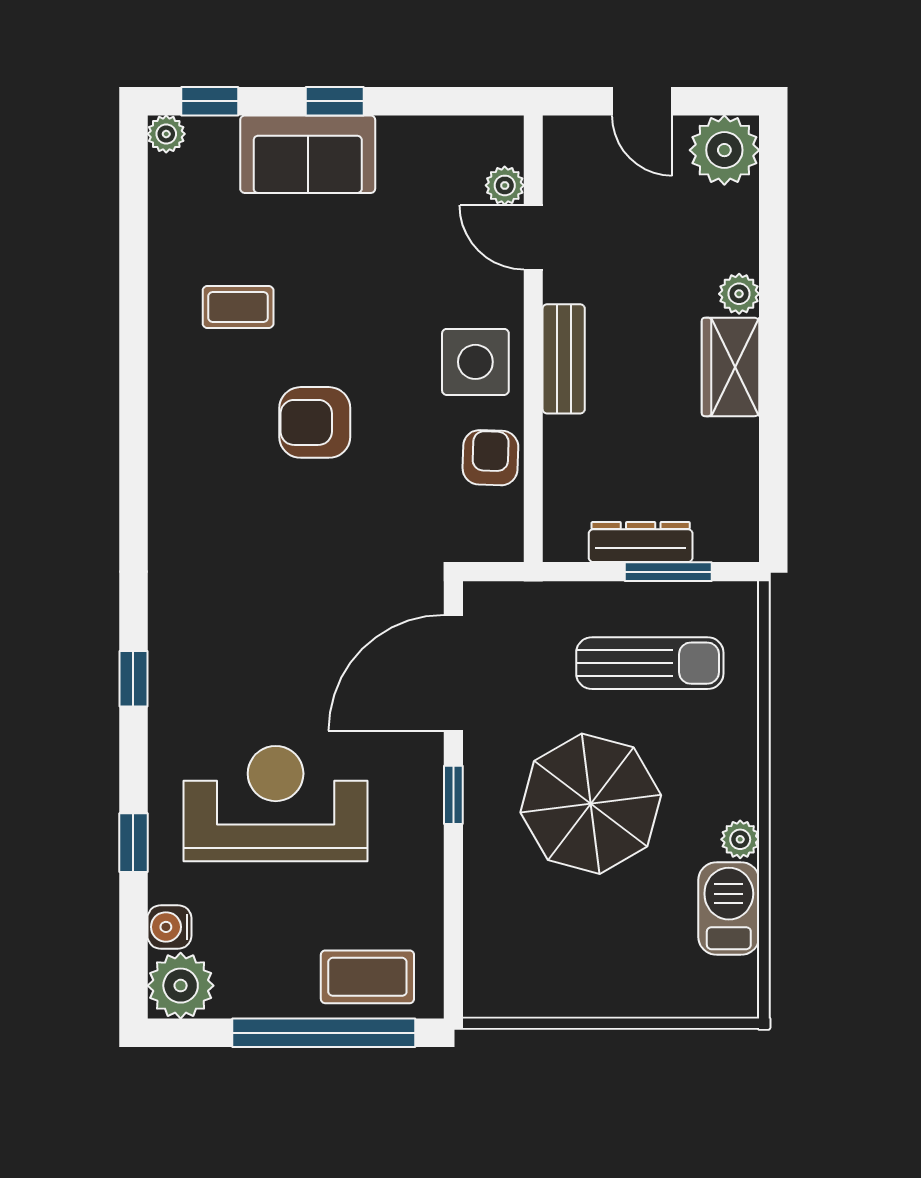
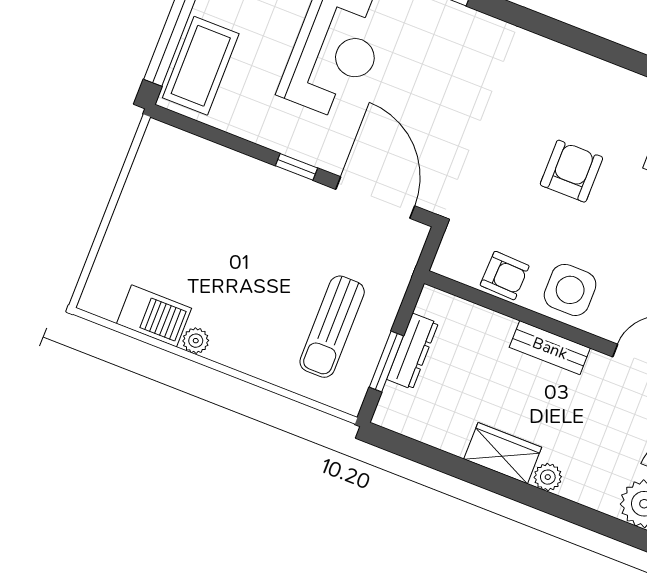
parasol: (591, 804) -> (256, 253), removed
coffee table: (367, 977) -> (201, 66), width x1.36, depth x1.32

